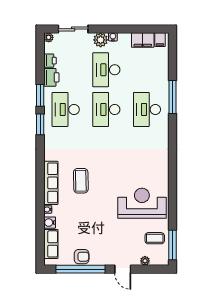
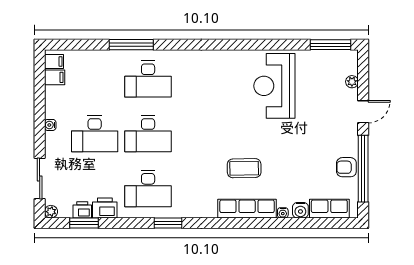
plant: (101, 40) -> (54, 142), removed
filing cabinet: (143, 40) -> (55, 77), width x0.50
window: (40, 95) -> (84, 223), moved
coffee table: (155, 238) -> (322, 69), removed
armchair: (82, 257) -> (346, 167), turned -90

